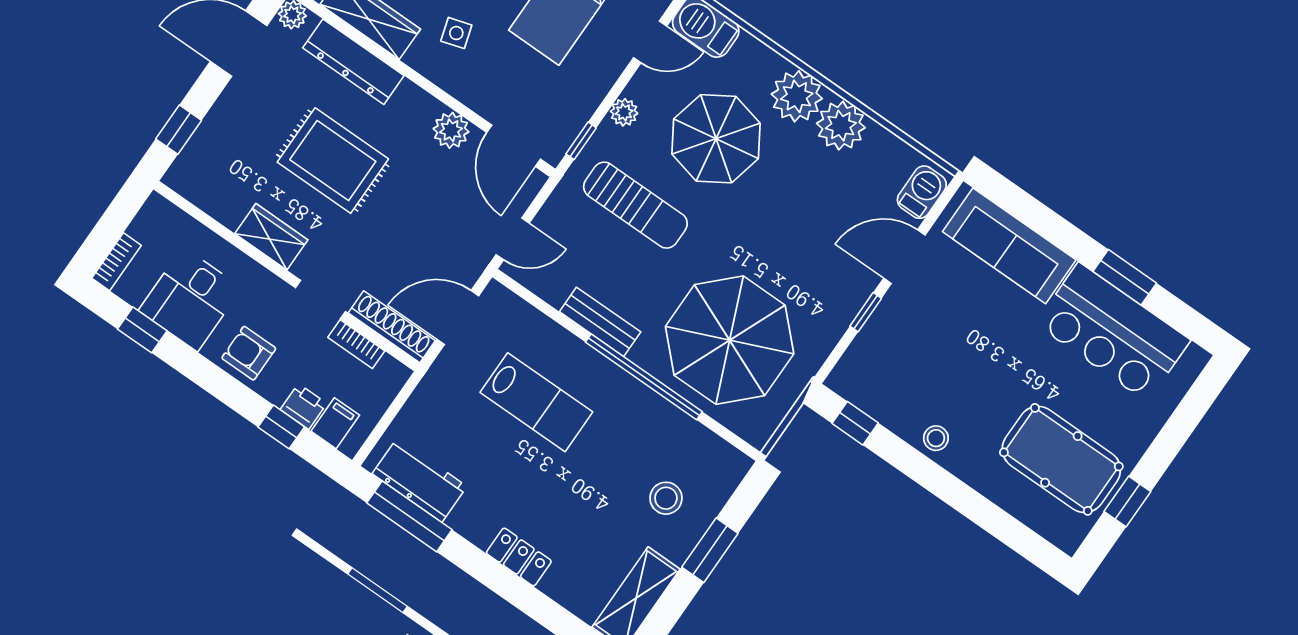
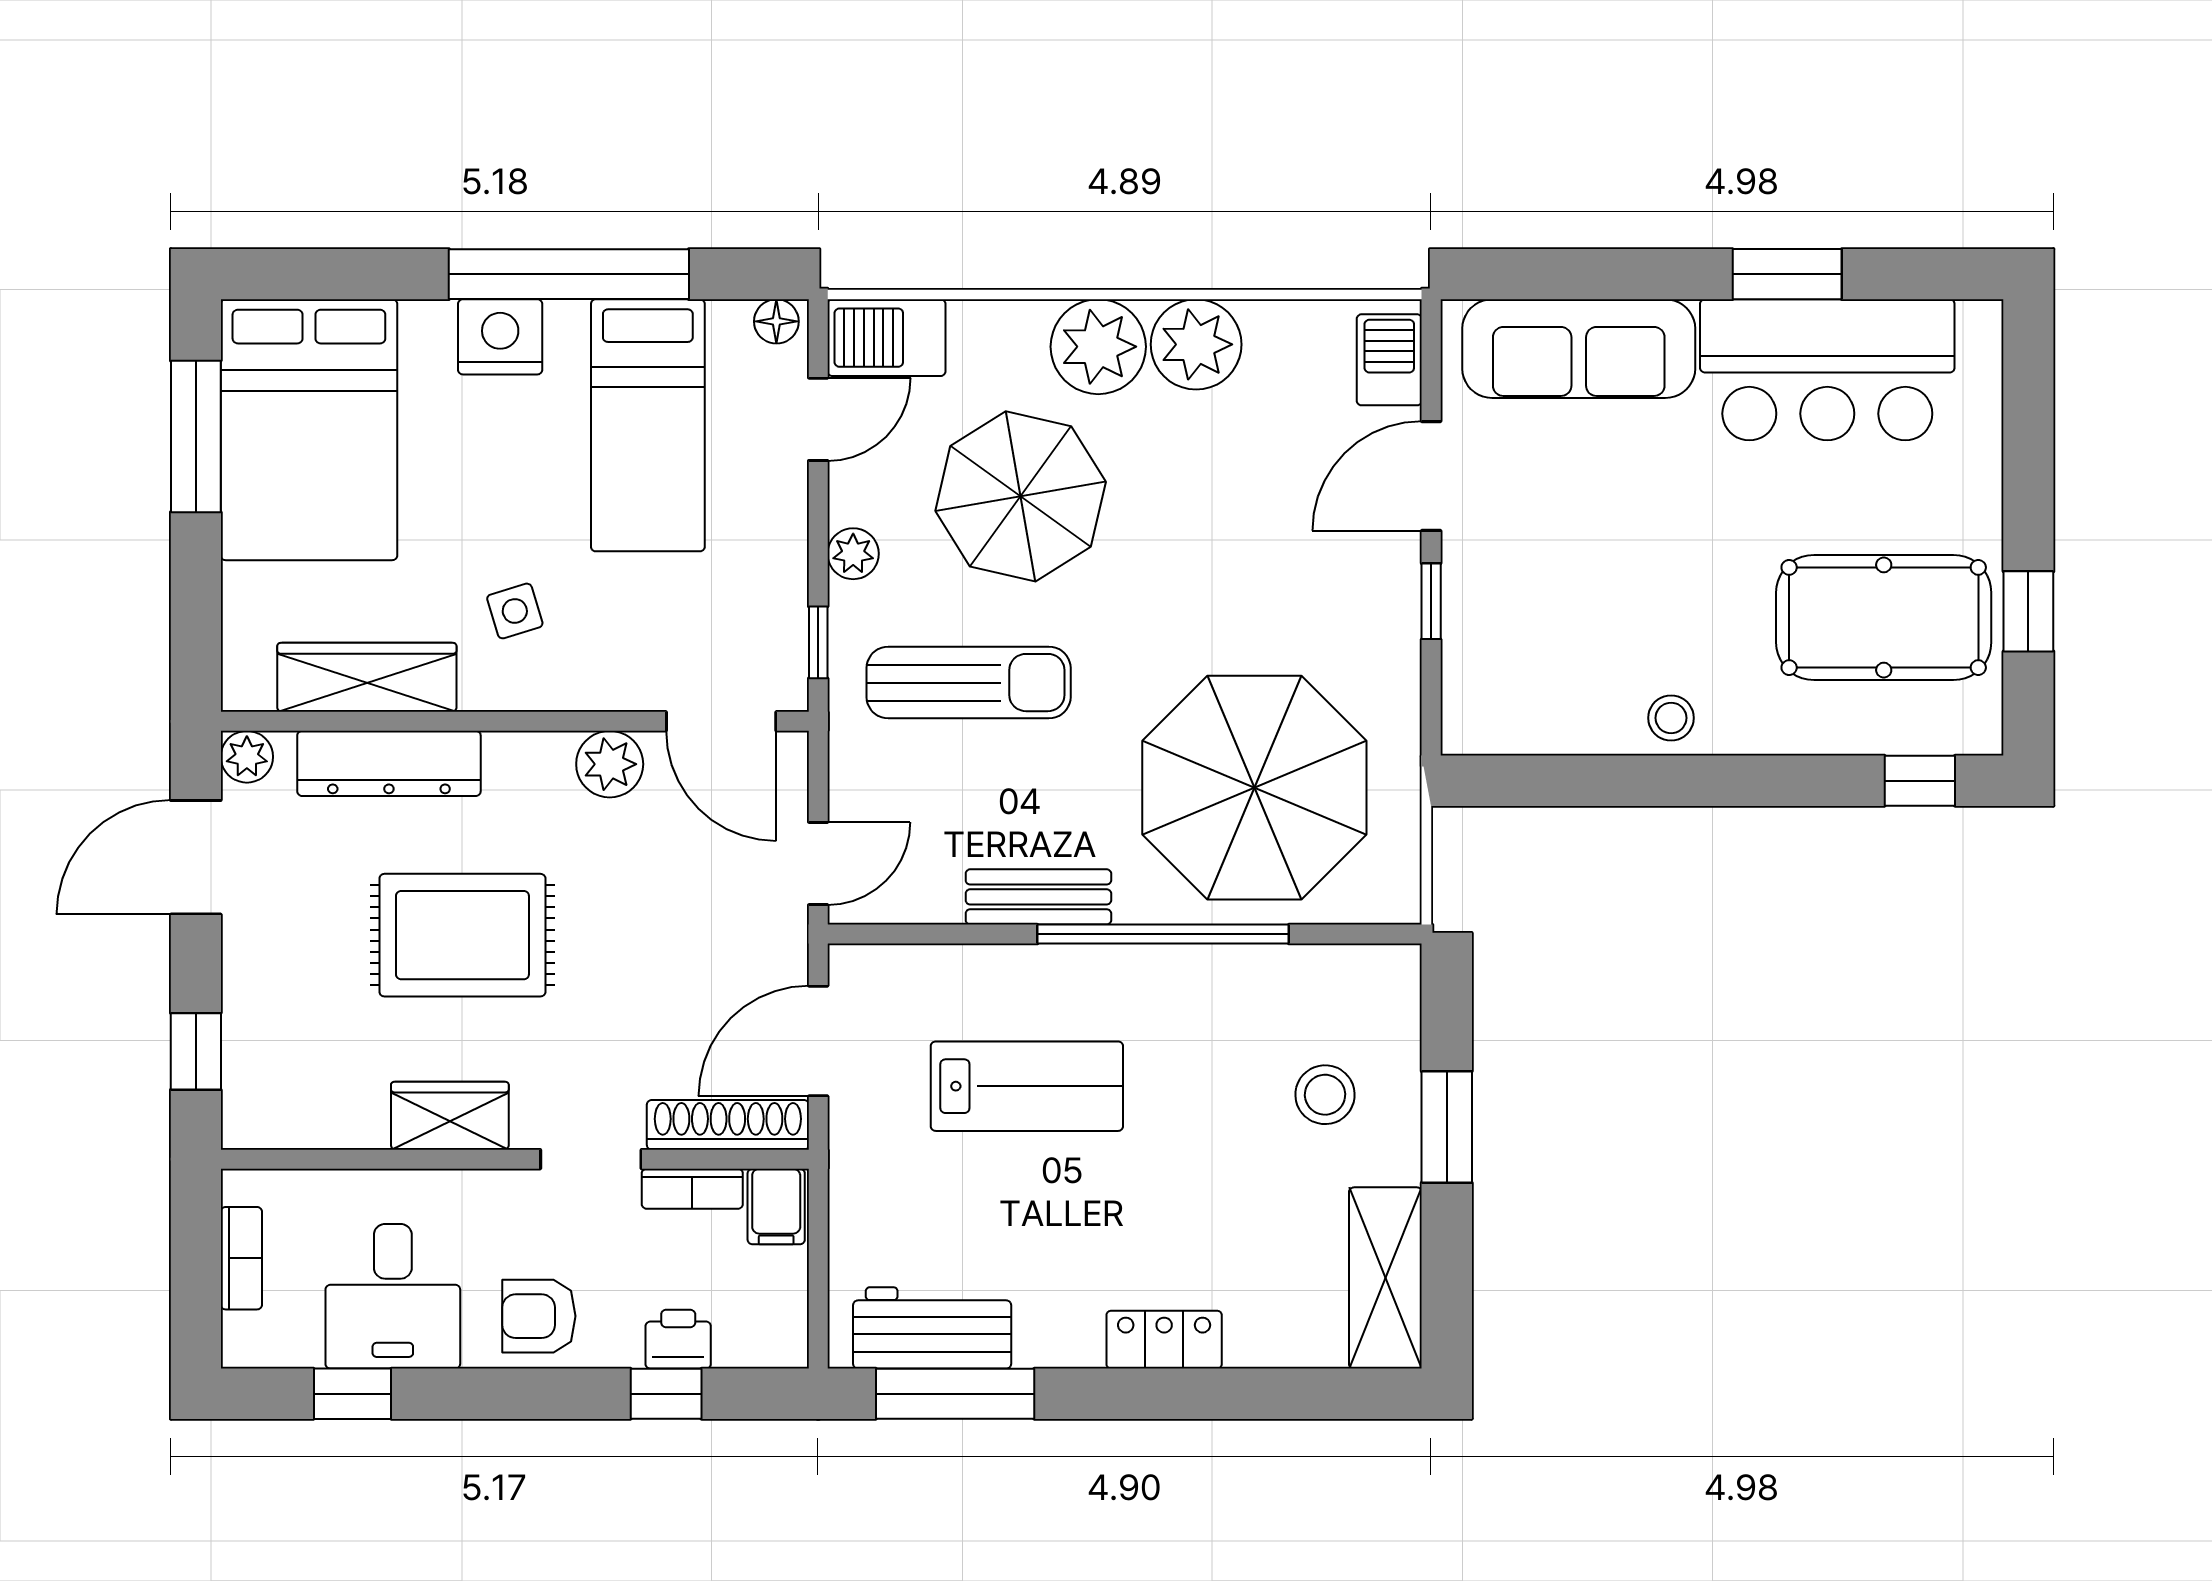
bookcase: (117, 262) -> (241, 1258), moved
filing cabinet: (335, 423) -> (776, 1207), moved, turned 180
window: (855, 423) -> (1920, 781), moved

